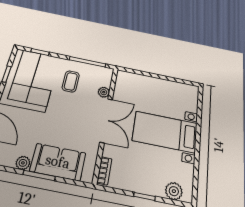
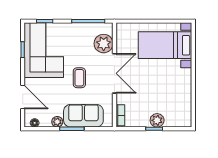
coffee table: (71, 81) -> (79, 78), moved
plant: (104, 92) -> (104, 44), width x1.88, depth x1.88
bed with nightstands: (165, 132) -> (165, 45), moved
plant: (174, 191) -> (157, 120), moved

